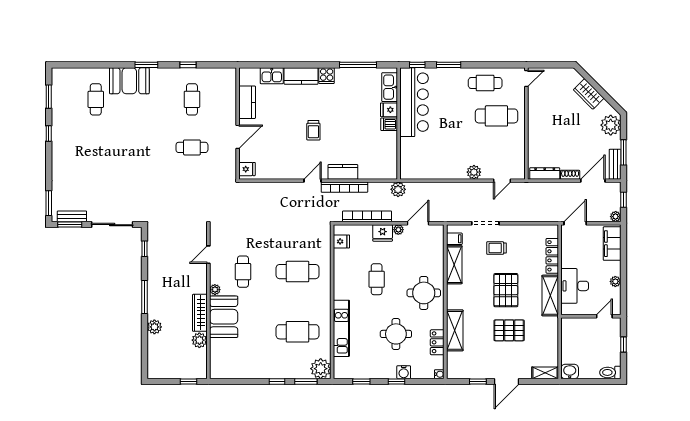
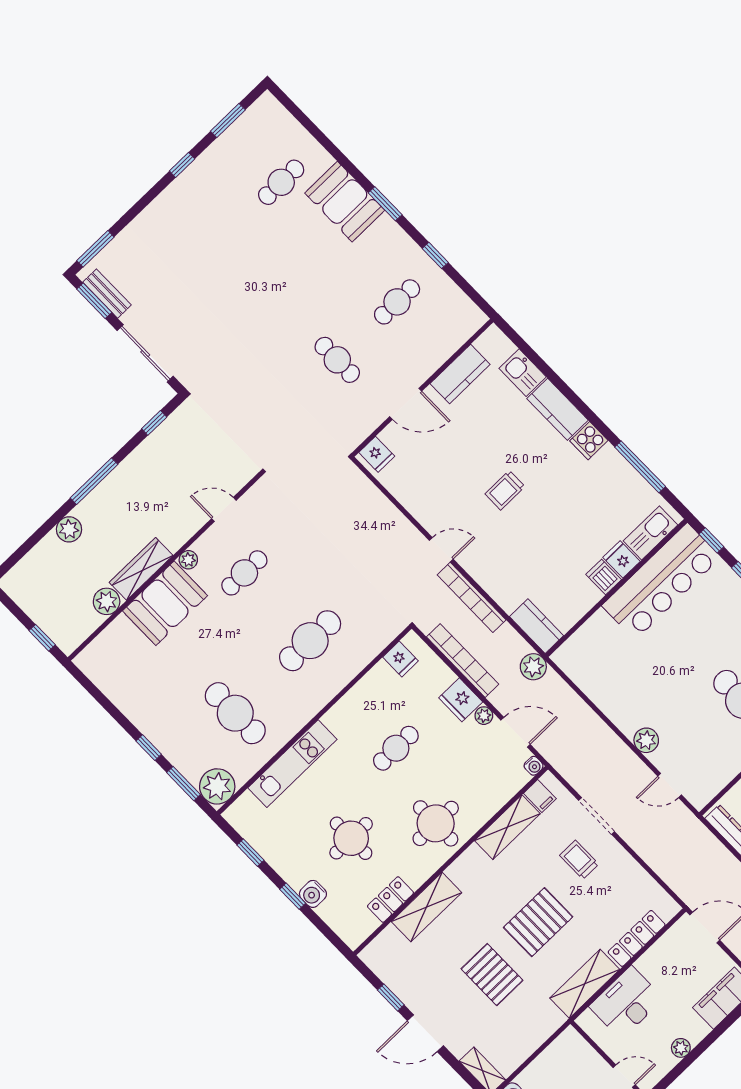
kitchen counter: (343, 172) -> (536, 626), moved
cafe table: (298, 272) -> (310, 641), turned 90
water cooler: (439, 374) -> (534, 766), moved

